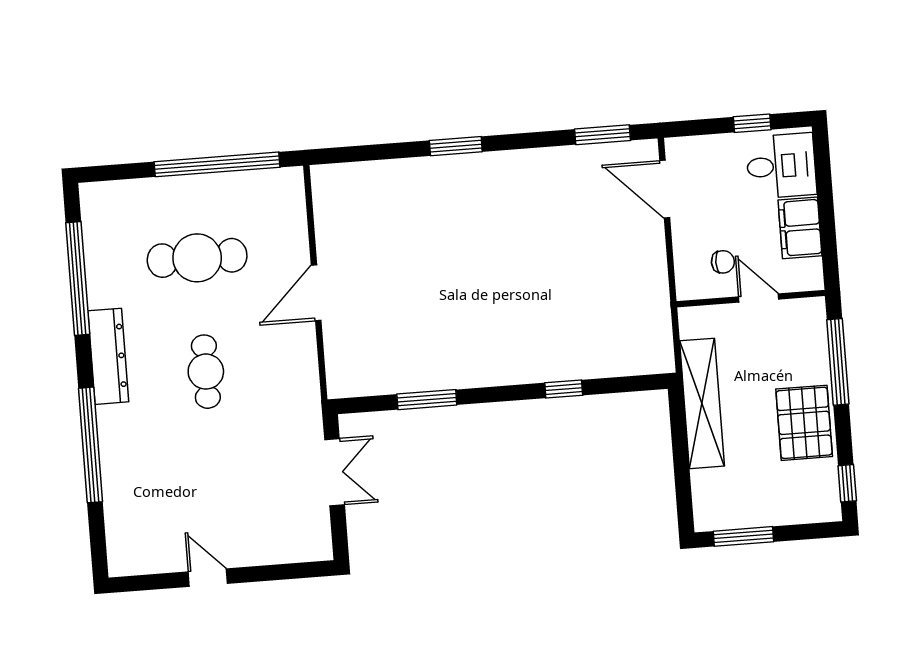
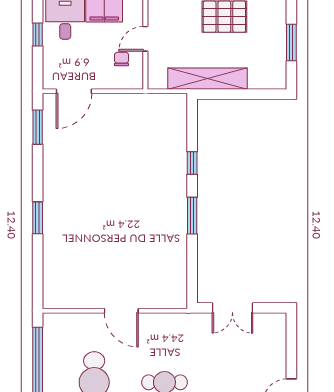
window: (427, 400) -> (192, 216), moved
double door: (335, 472) -> (232, 308), swing flipped
window: (743, 536) -> (291, 42), moved

